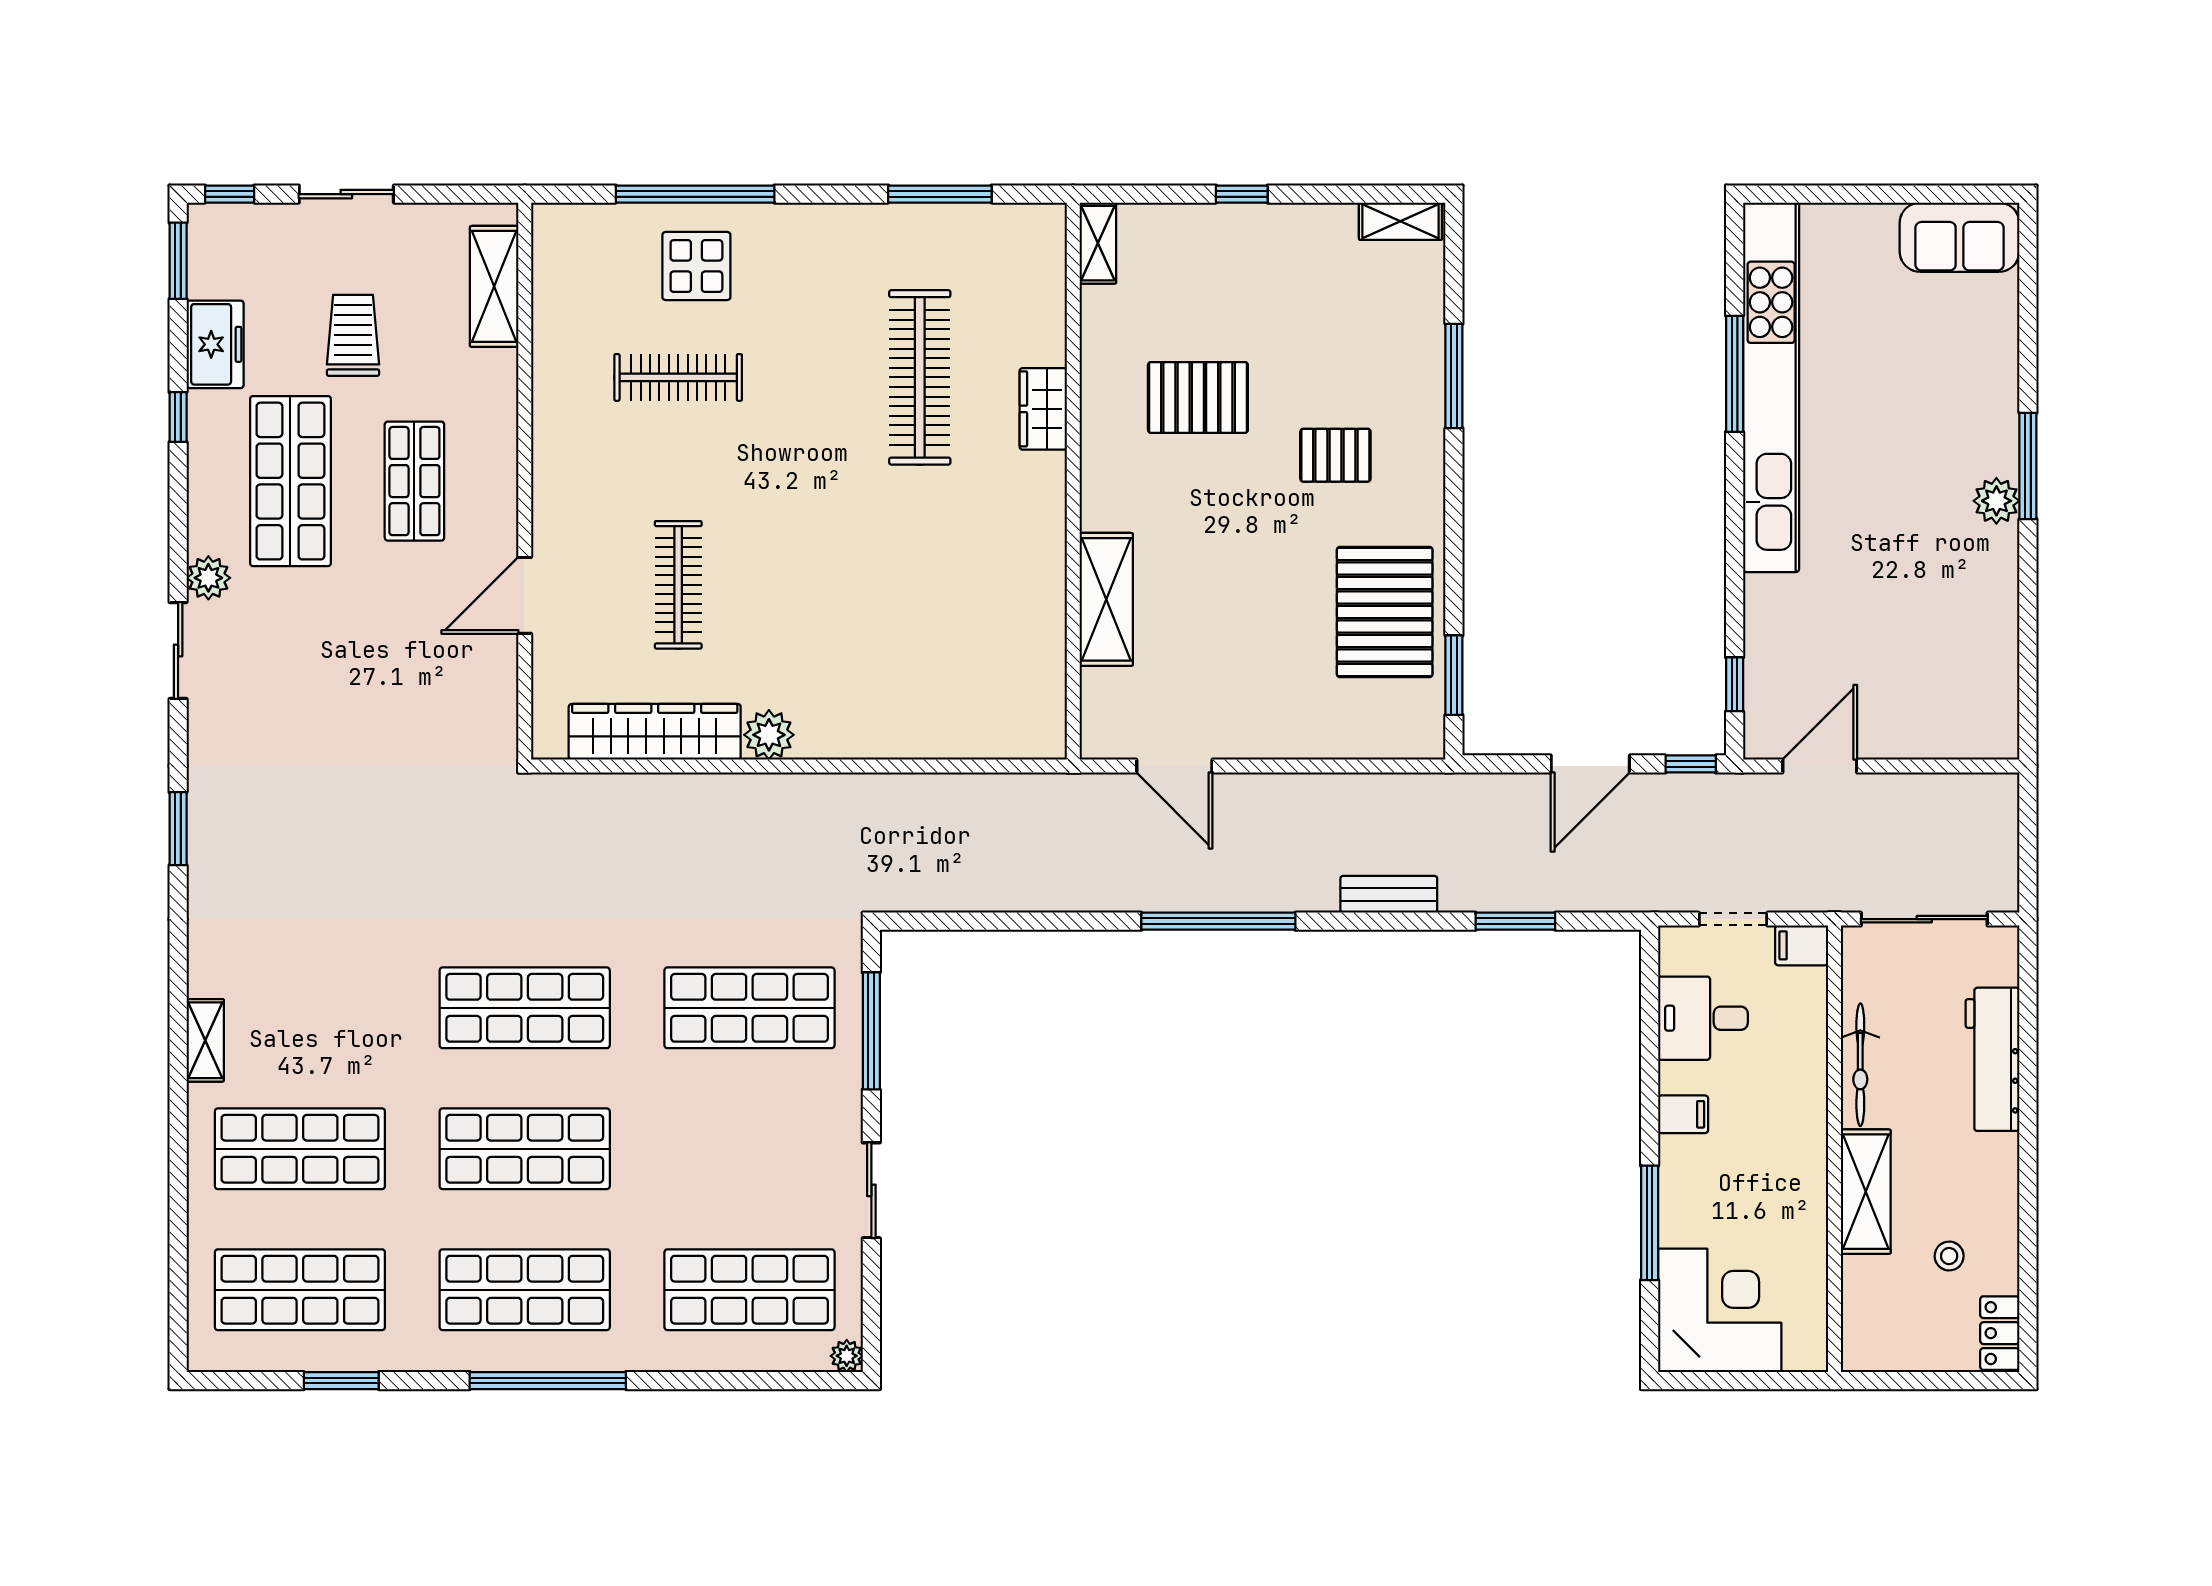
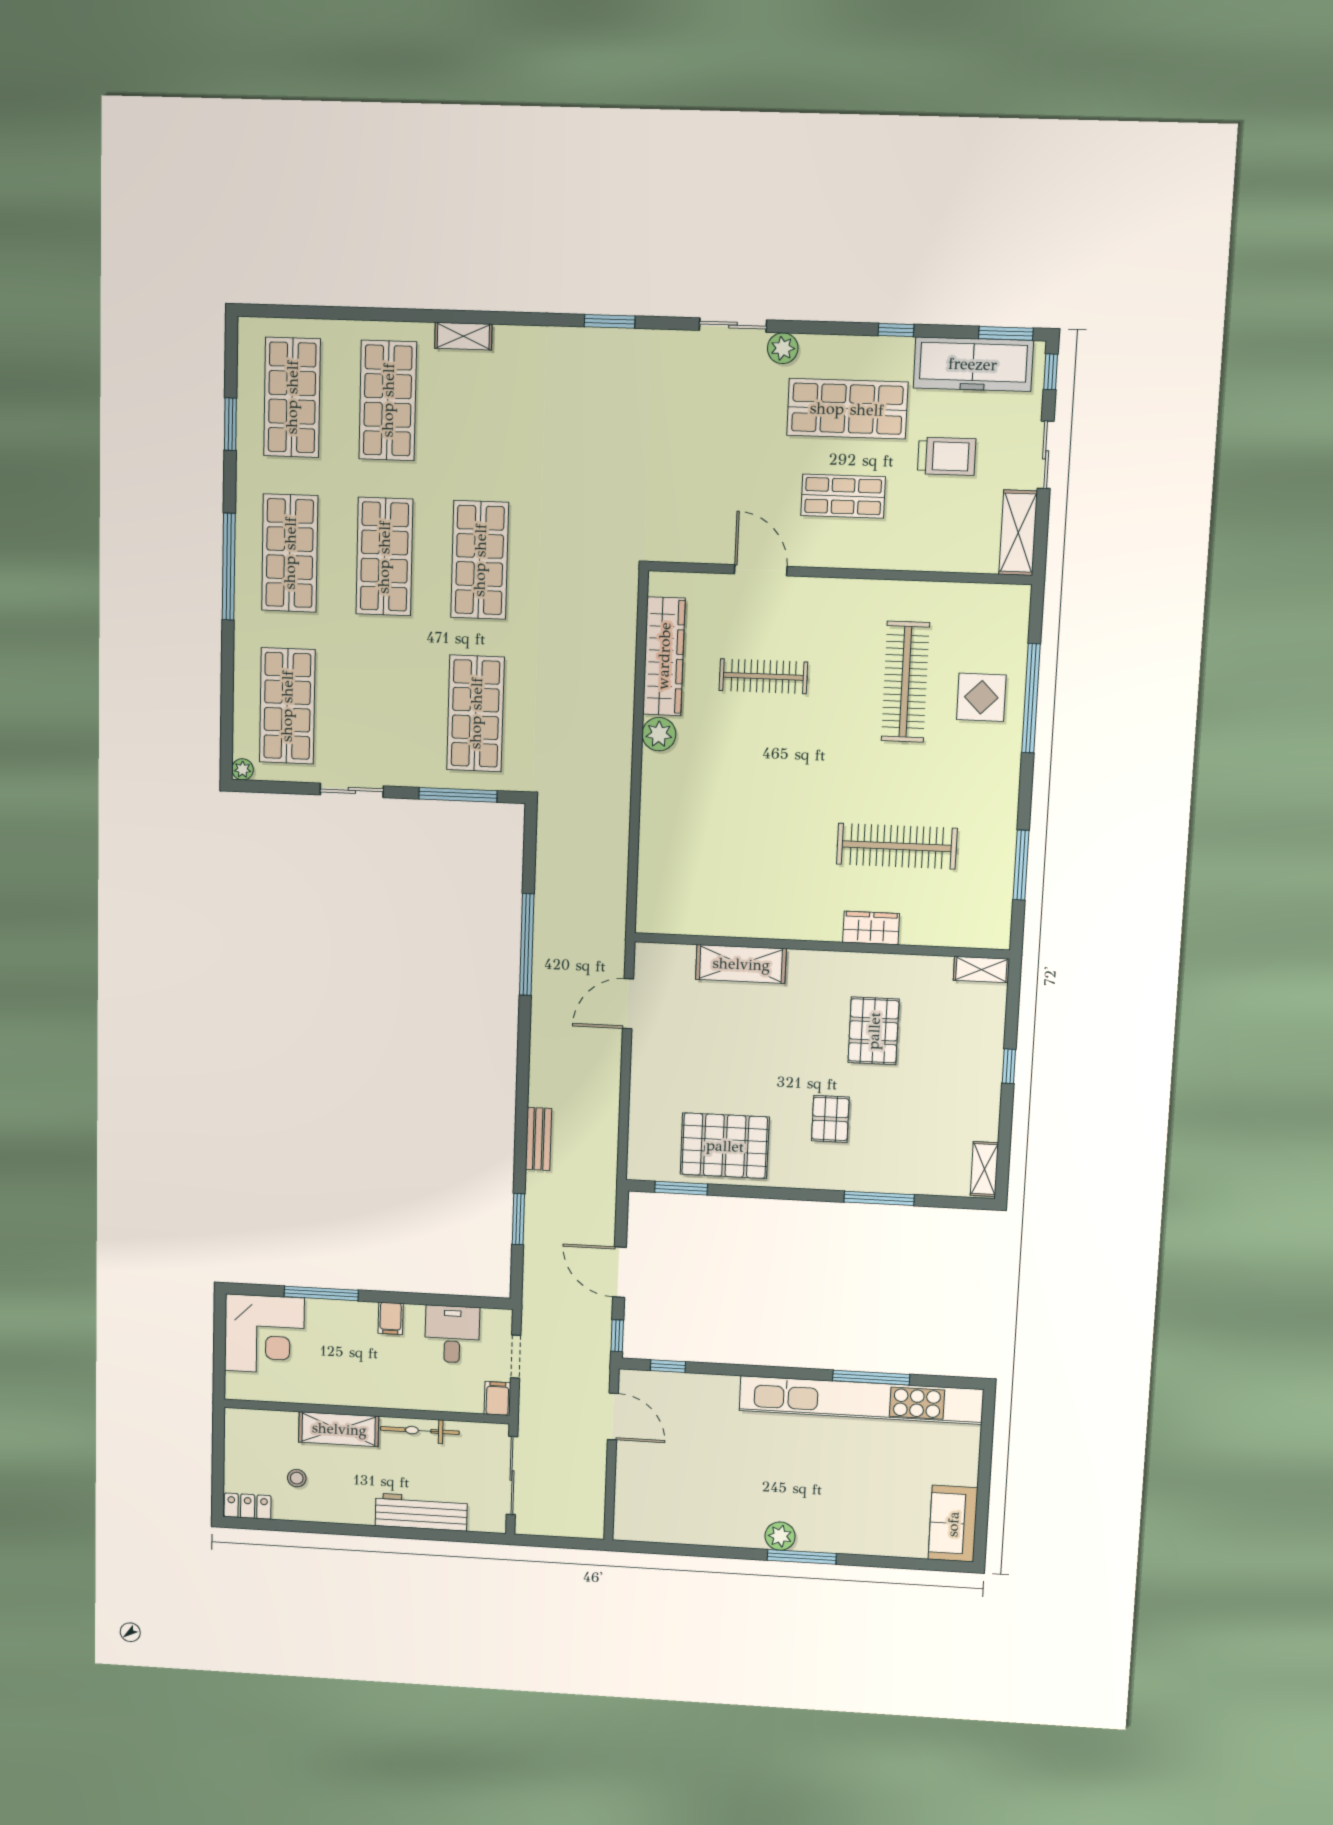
shelving: (494, 286) -> (1018, 533), moved, turned 90
freezer: (215, 344) -> (973, 364), width x1.91, depth x1.26
clothes rail: (678, 377) -> (905, 682), width x1.37, depth x1.31
window: (1218, 921) -> (527, 945), moved

